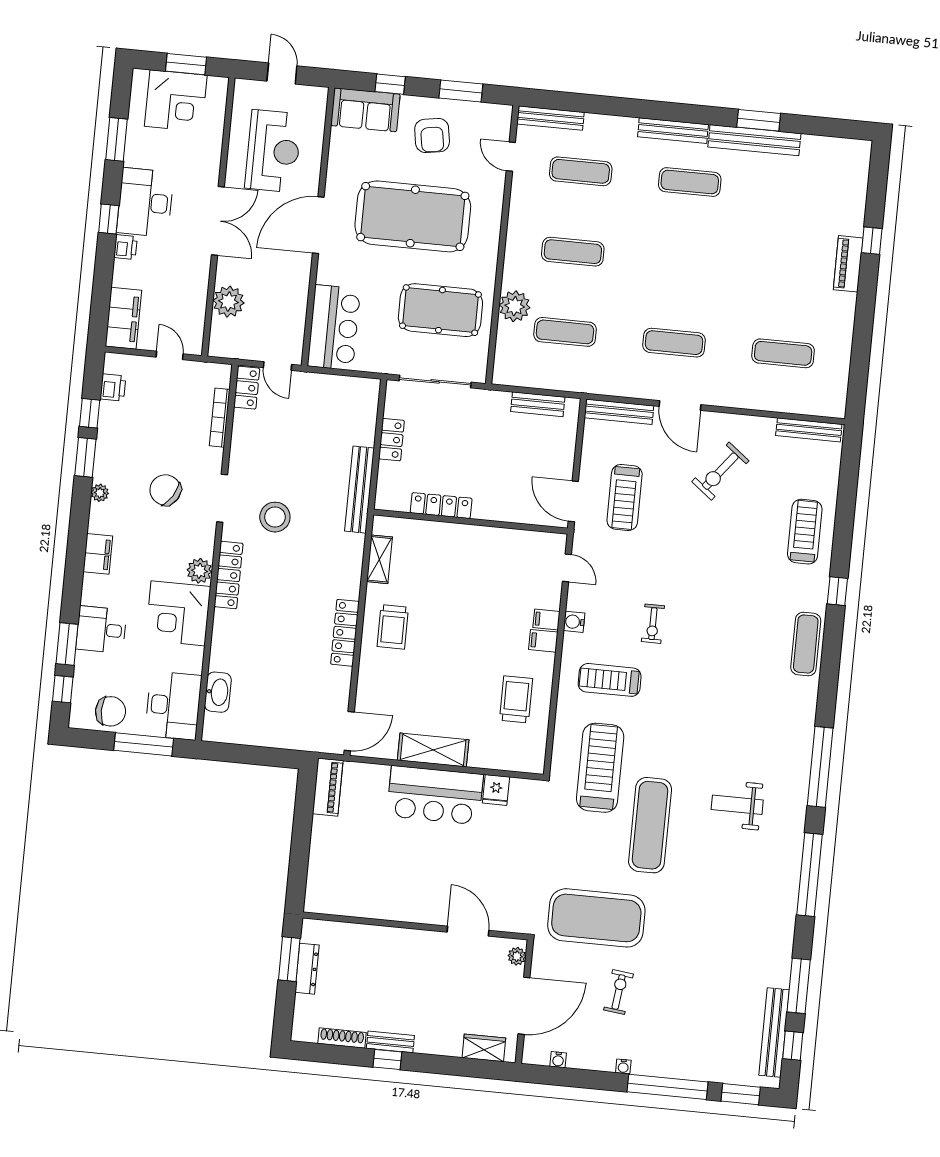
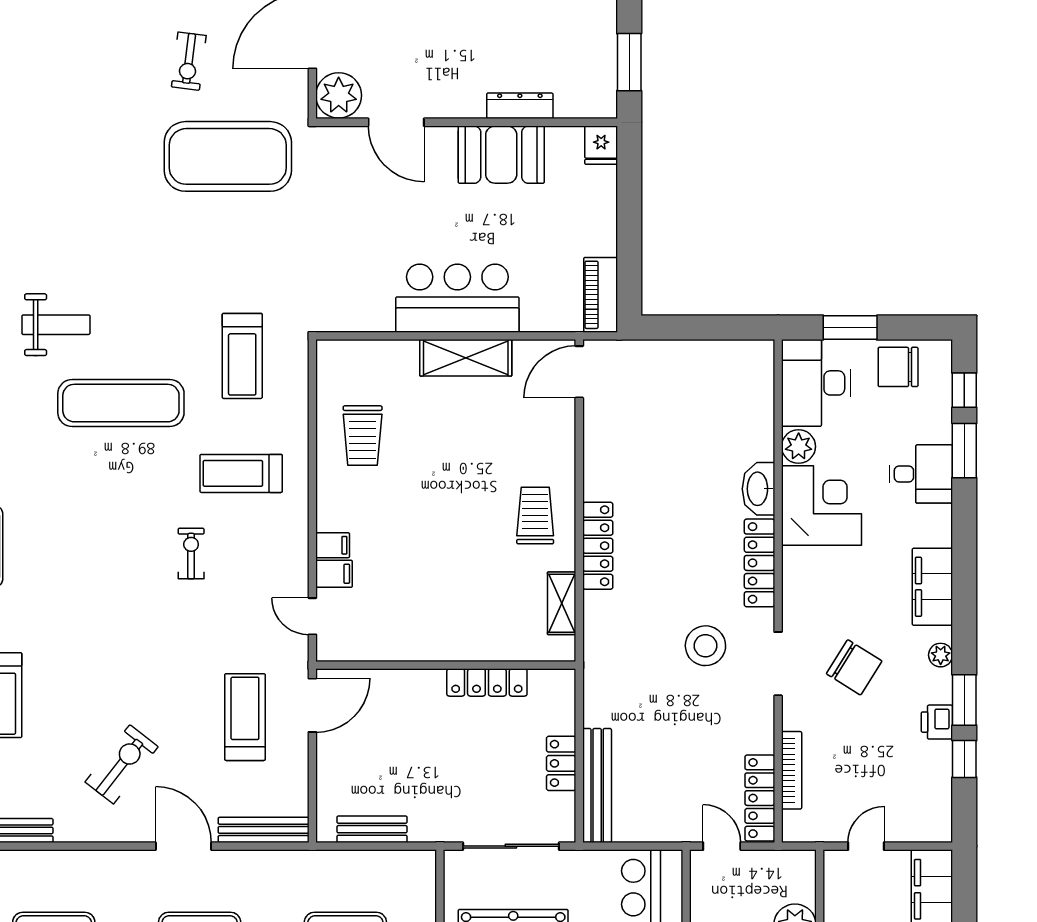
door: (170, 355) -> (866, 846), swing flipped
printer: (113, 387) -> (937, 722), moved
locker: (247, 388) -> (760, 798), width x1.53
bench: (360, 490) -> (597, 785), moved
door: (573, 501) -> (312, 705), hinge flipped
filing cabinet: (98, 554) -> (932, 587), width x1.50, depth x1.17
plant: (199, 571) -> (799, 446), moved
water cooler: (574, 622) -> (296, 546), removed
locker: (345, 633) -> (598, 546), moved
filing cabinet: (543, 641) -> (334, 574), moved
treadmill: (610, 680) -> (241, 473), turned 180
washbasin: (218, 692) -> (758, 489), moved
window: (144, 744) -> (850, 328), width x0.69
treadmill: (600, 768) -> (242, 356), width x0.73, depth x0.73
fridge: (496, 790) -> (601, 145), moved, turned 180
exercise mat: (650, 825) -> (121, 403), moved, turned 90
booth: (392, 899) -> (501, 155), added
plant: (517, 956) -> (339, 95), width x1.88, depth x1.88
dresser: (307, 969) -> (520, 106), moved, turned 90

